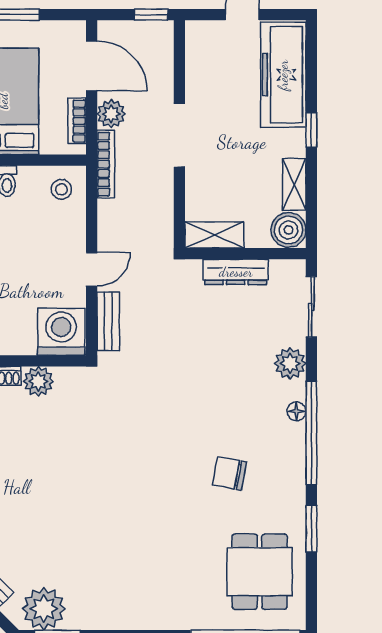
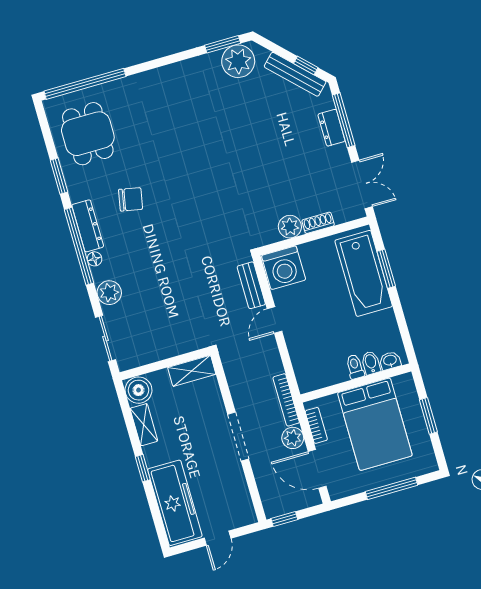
stool: (61, 189) -> (313, 372), removed
dresser: (236, 272) -> (88, 226), moved, turned 90

